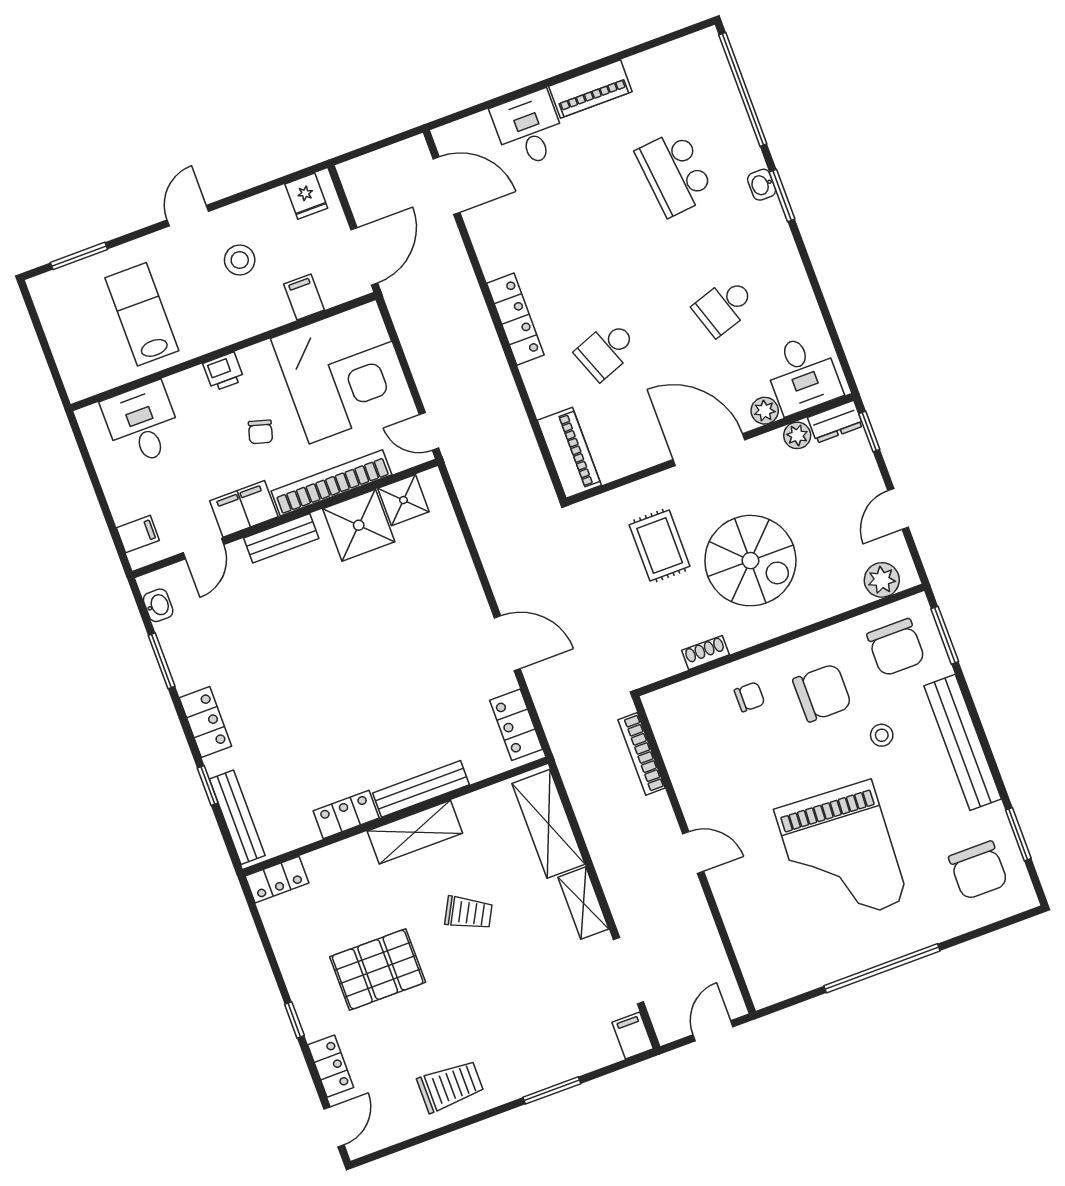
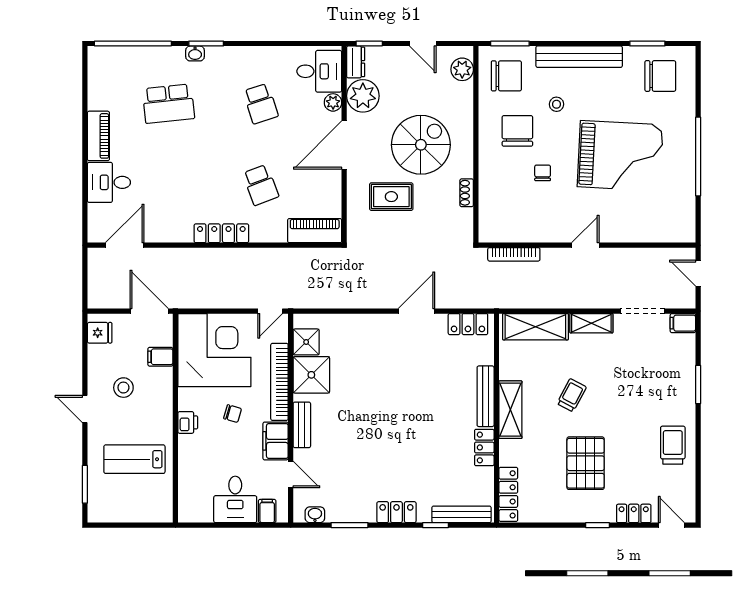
desk: (142, 424) -> (235, 499), moved, turned -90
plant: (797, 435) -> (363, 96), width x1.88, depth x1.88
chair: (750, 697) -> (543, 173), moved
locker: (277, 880) -> (508, 494), width x1.53

